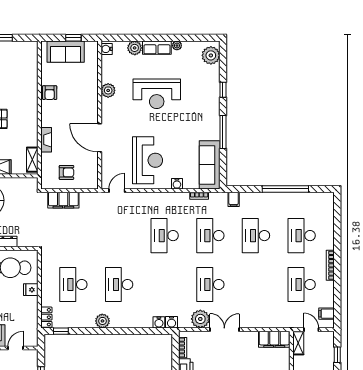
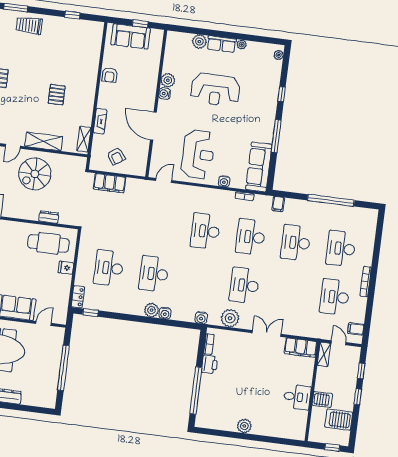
water cooler: (107, 49) -> (165, 94), moved
plant: (211, 55) -> (279, 55), width x0.53, depth x0.53
armchair: (66, 172) -> (116, 156), turned 56
plant: (102, 321) -> (151, 310), moved
water cooler: (159, 322) -> (165, 313), moved
double door: (224, 330) -> (267, 334), moved

